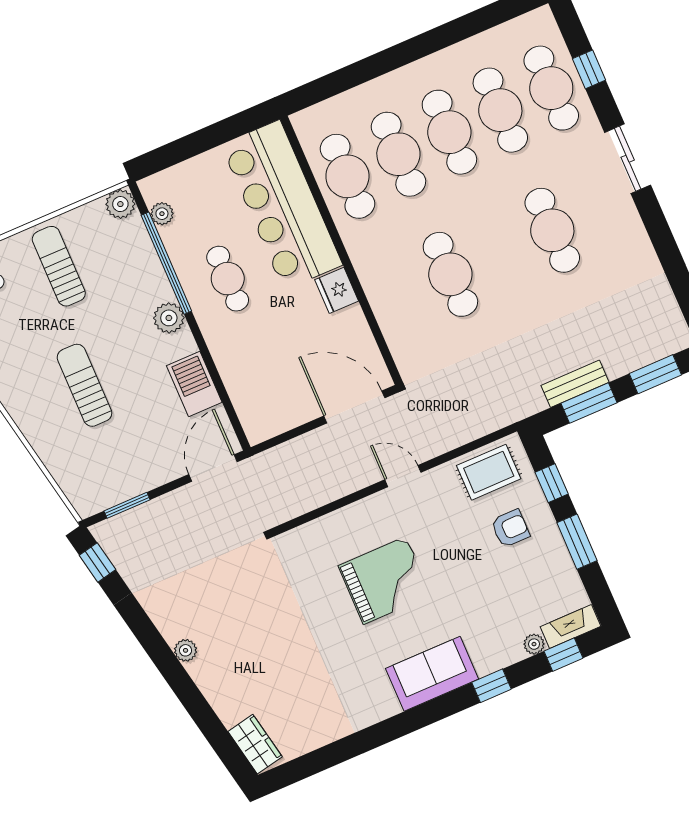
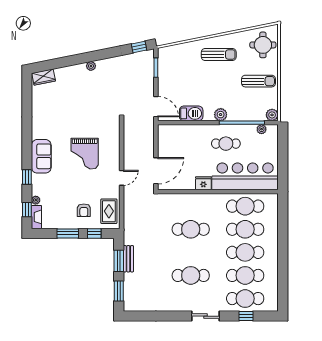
sun lounger: (85, 385) -> (219, 55), moved

